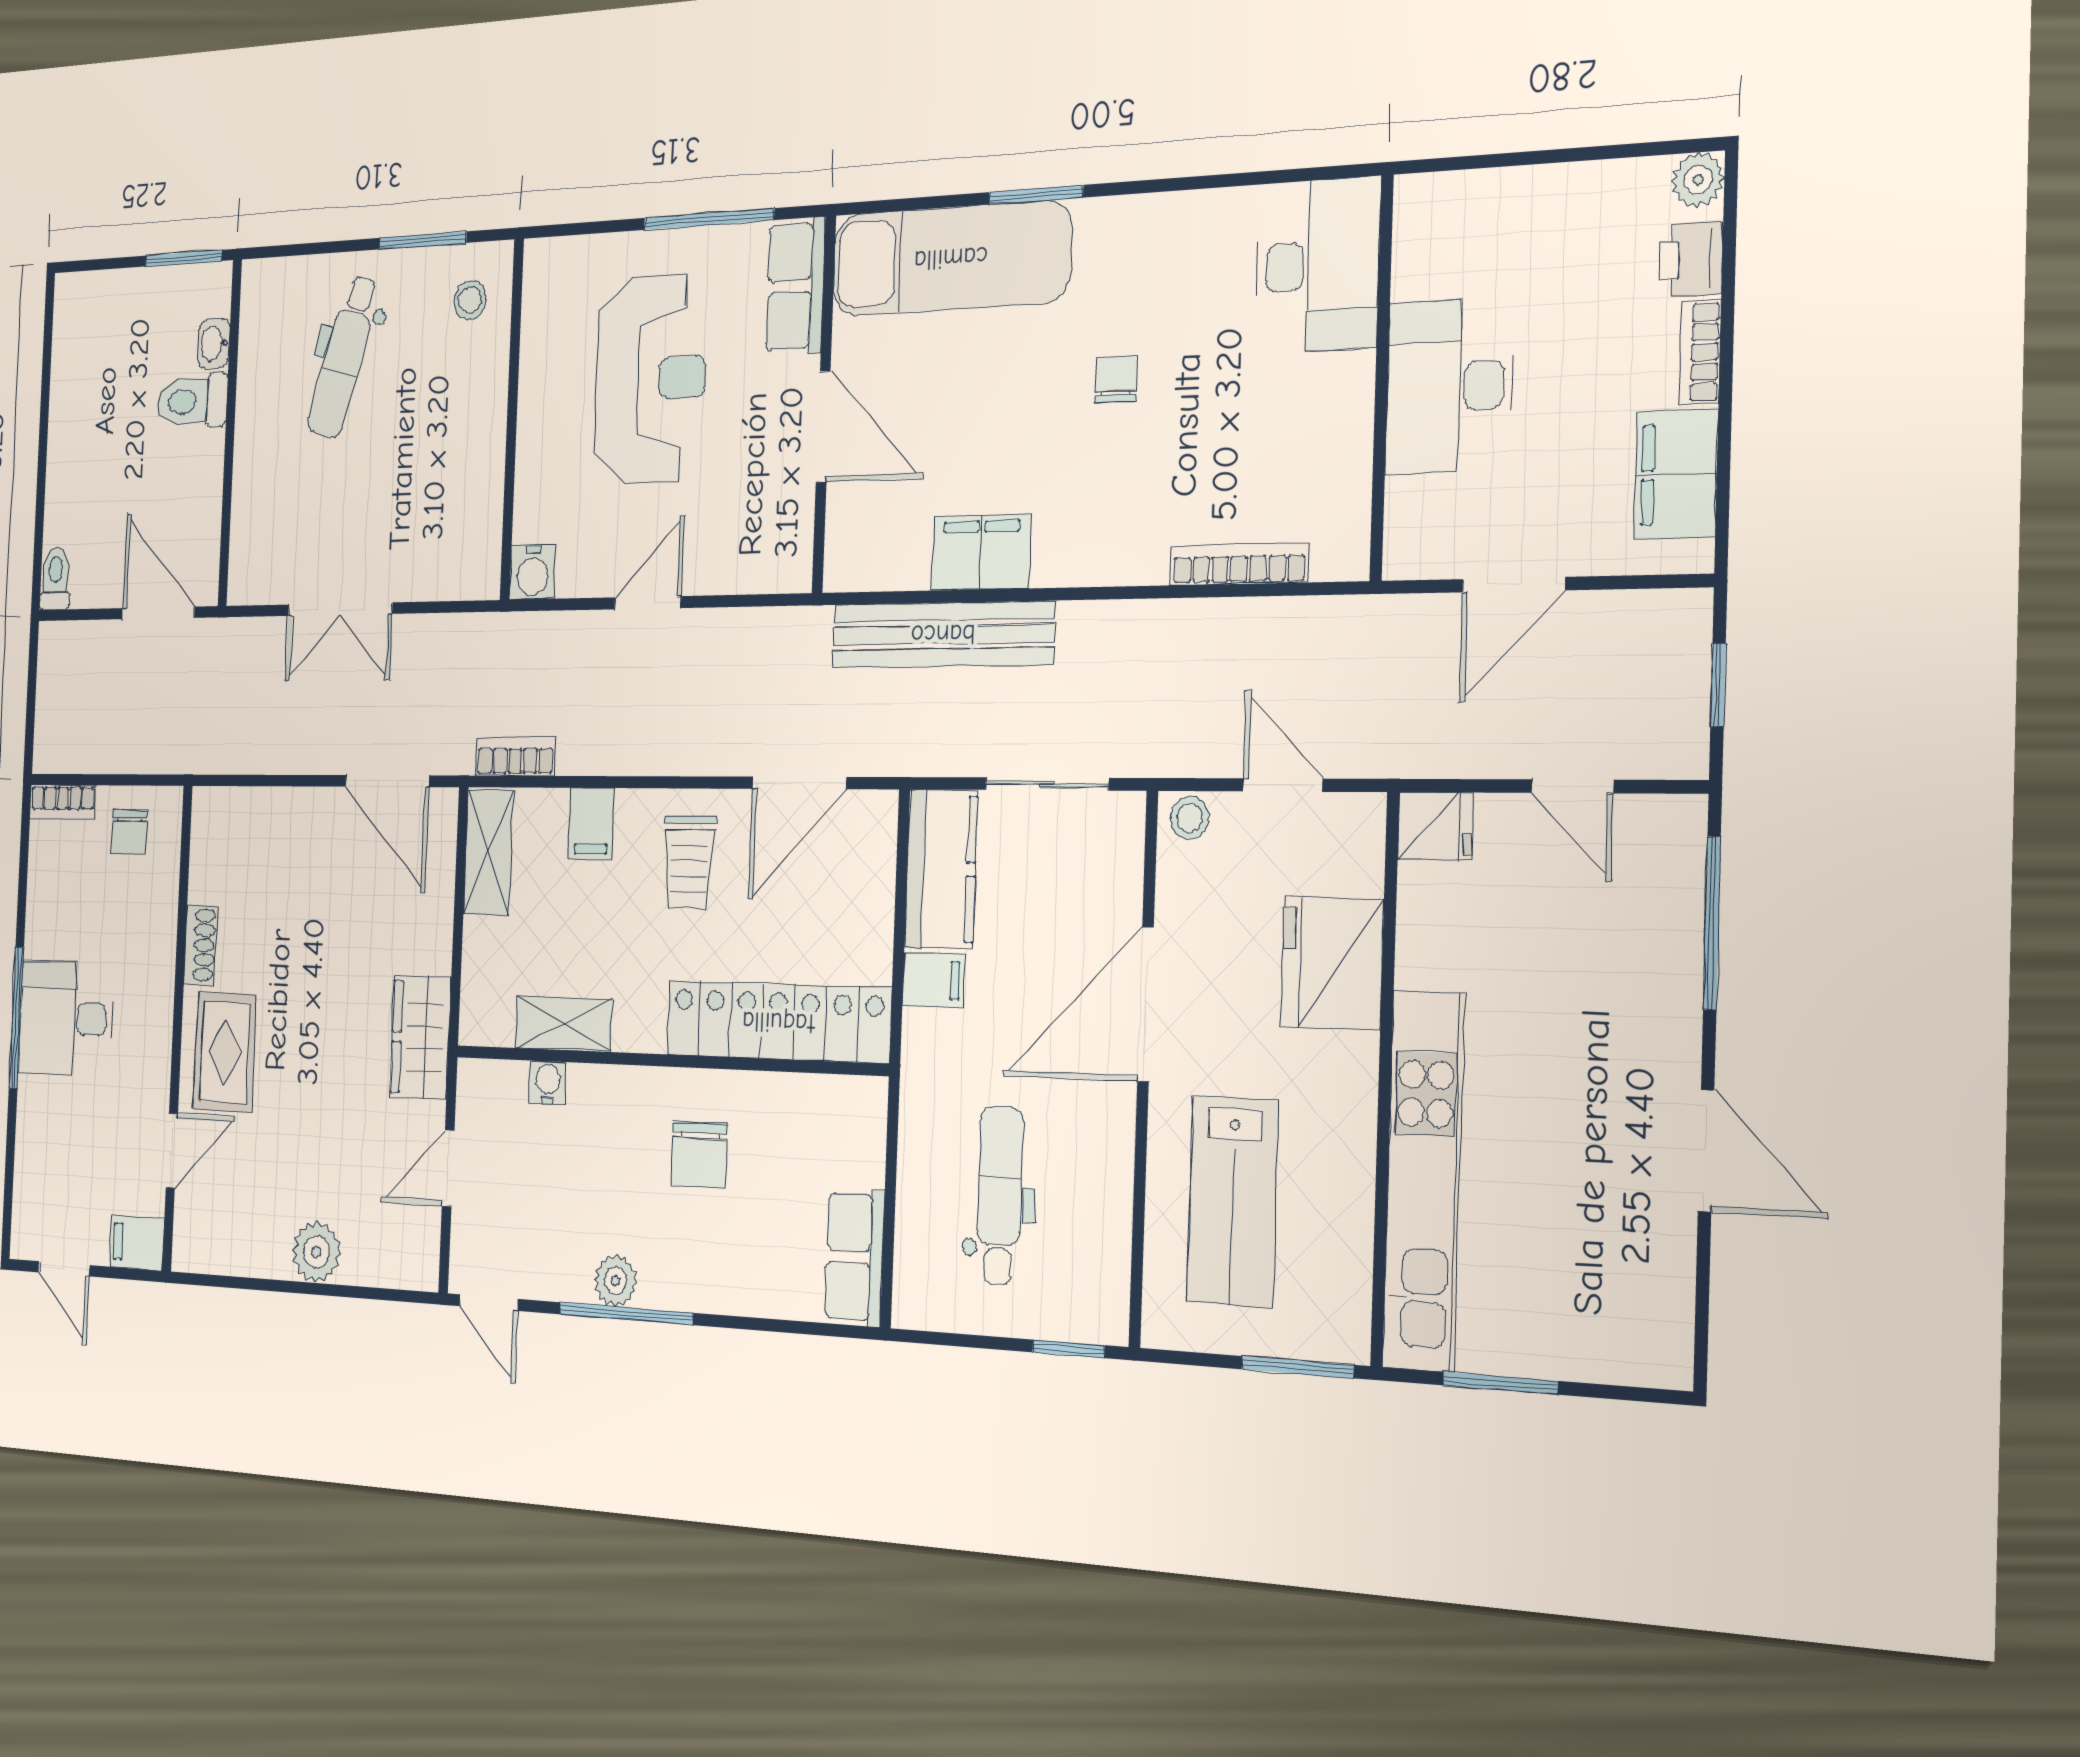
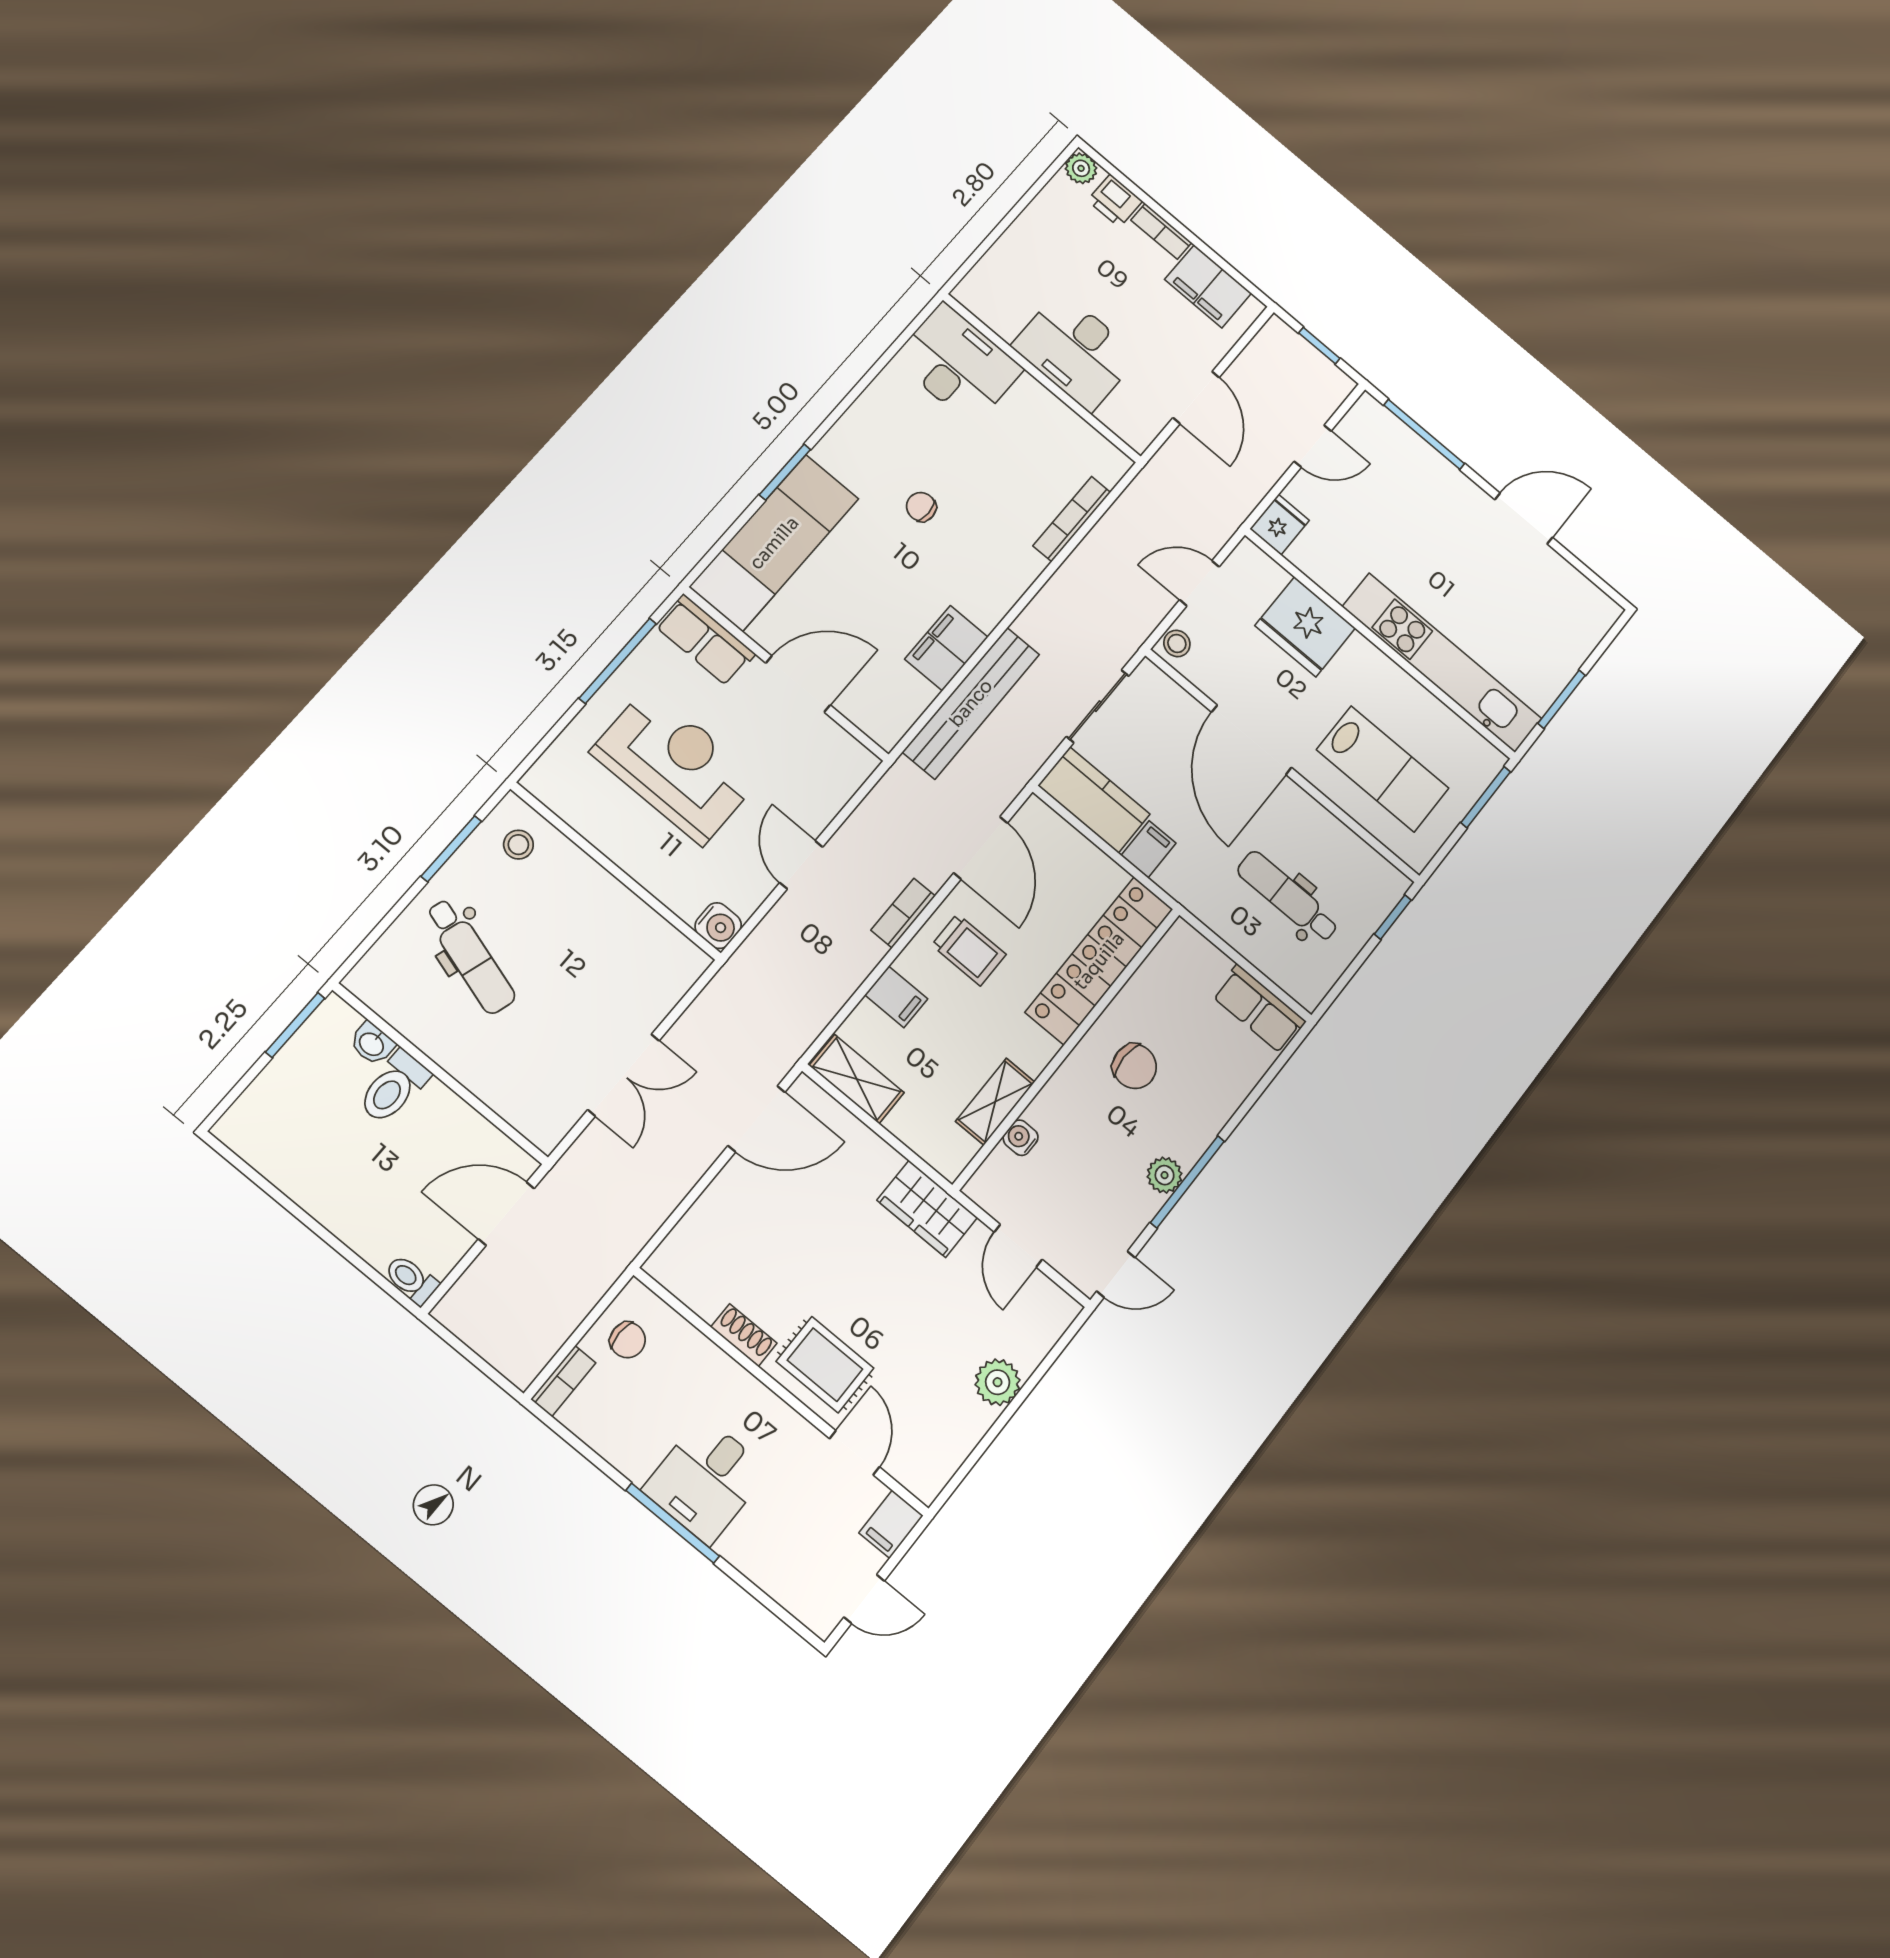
bookcase: (515, 756) -> (903, 913), moved

